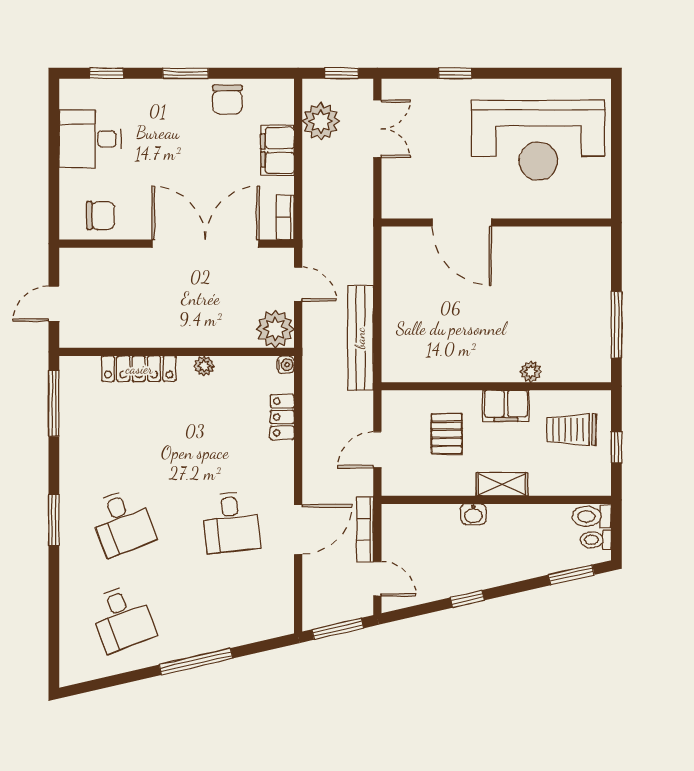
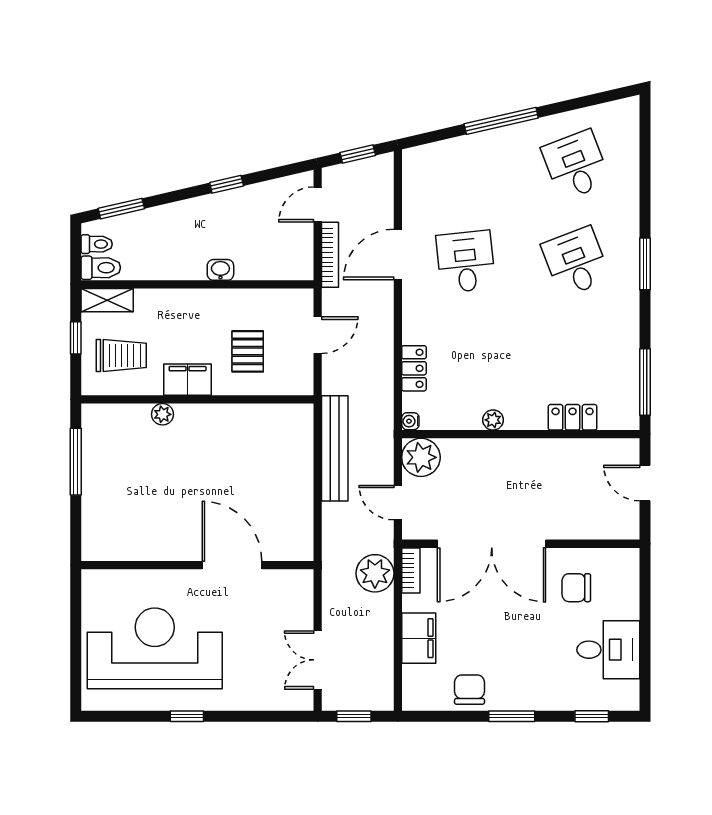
window: (455, 73) -> (187, 716), moved
plant: (321, 121) -> (375, 573), moved
chair: (101, 216) -> (576, 588), moved
door: (54, 304) -> (645, 483), swing flipped
locker: (139, 369) -> (573, 417), width x0.66
shelving: (502, 484) -> (107, 300), moved
door: (377, 579) -> (318, 205), hinge flipped
window: (338, 629) -> (358, 154), width x0.67

